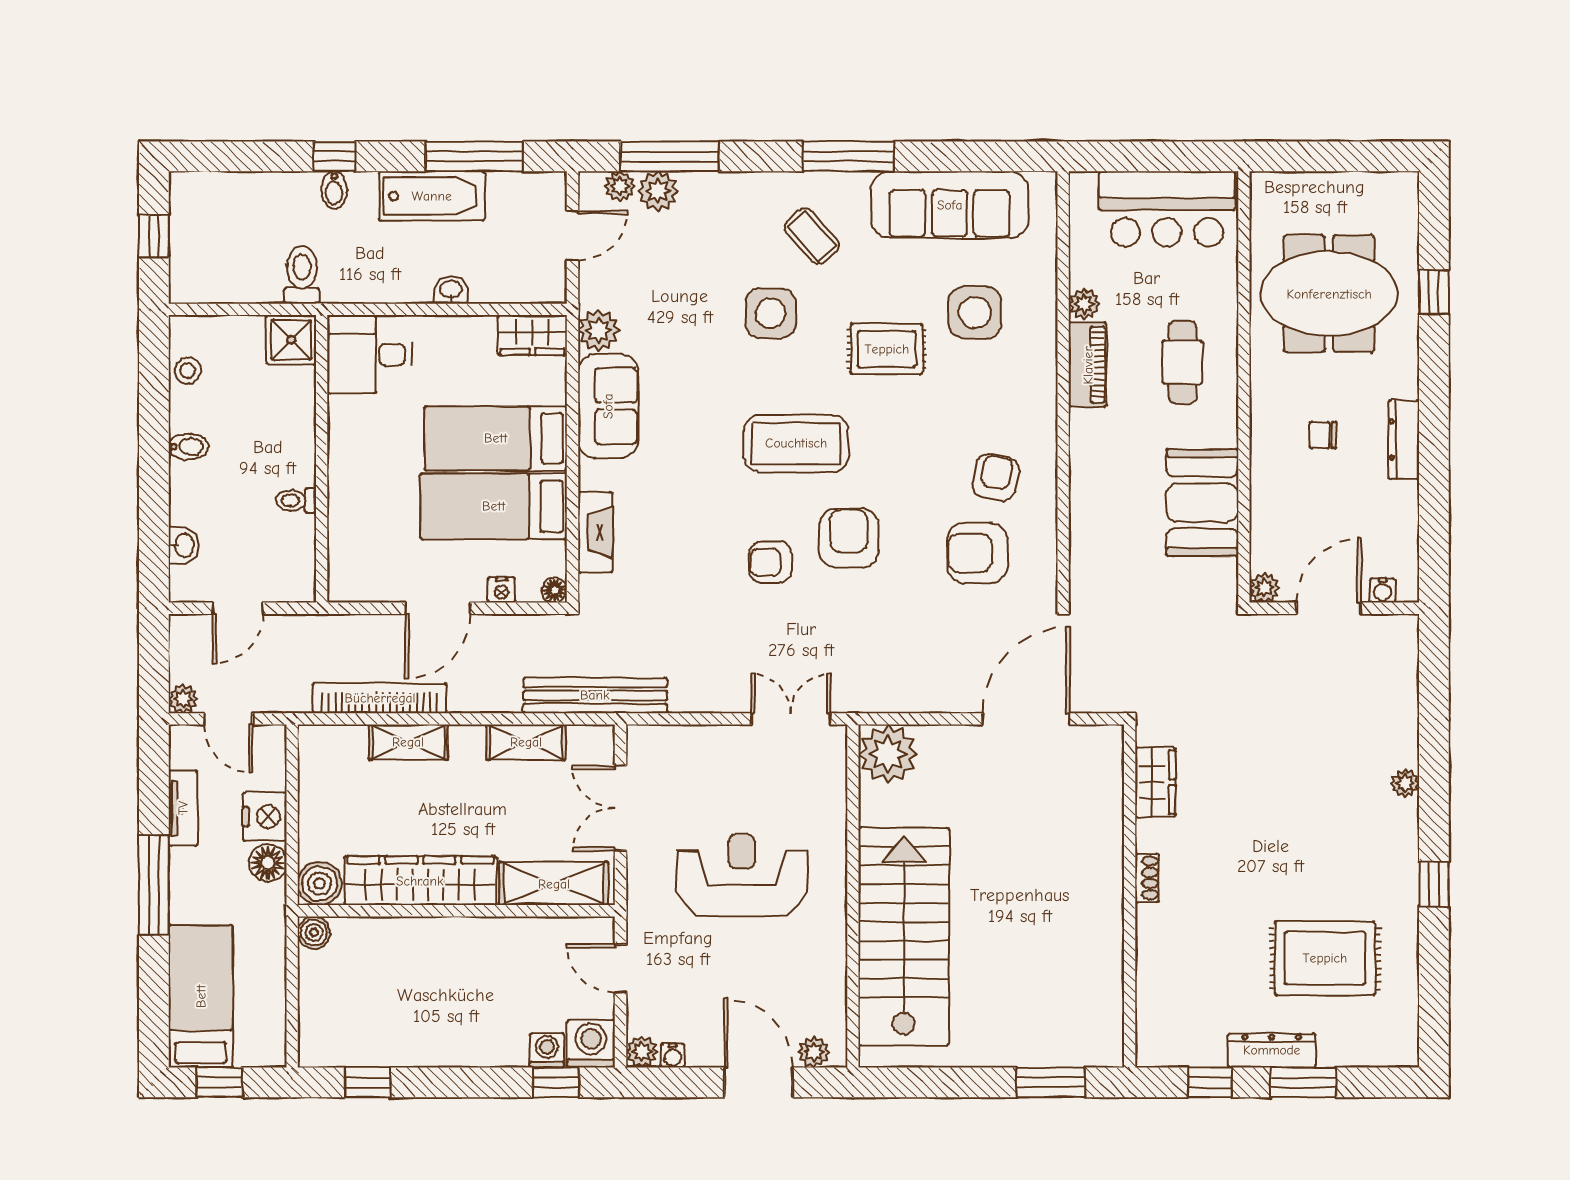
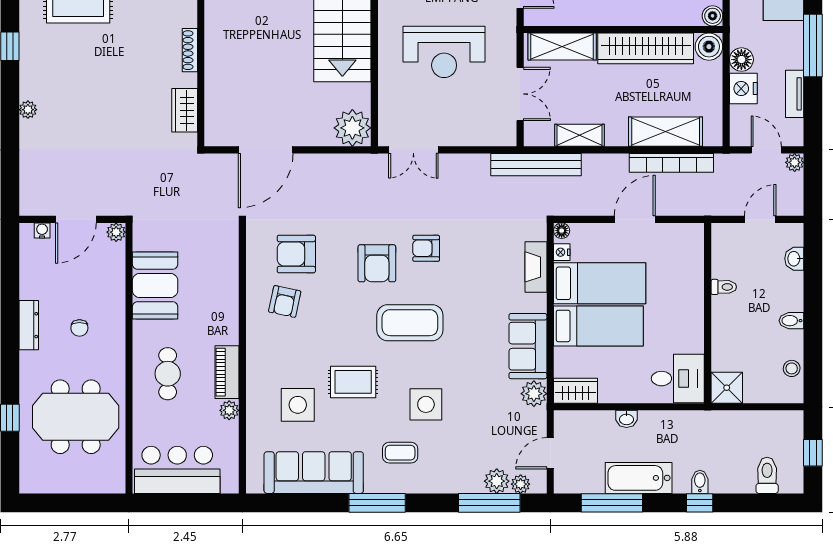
coffee table: (812, 236) -> (400, 453), turned -48
toilet: (302, 275) -> (767, 475), moved, turned 180
chair: (1323, 435) -> (79, 328), turned 90
armchair: (977, 553) -> (296, 254), turned 180
armchair: (770, 562) -> (426, 248), turned 180
nightstand: (501, 590) -> (562, 252), moved, turned -90
shelving: (408, 742) -> (666, 132), width x1.50, depth x1.33
shoe rack: (1147, 878) -> (190, 50), width x1.43

